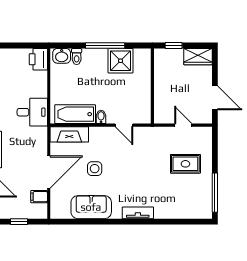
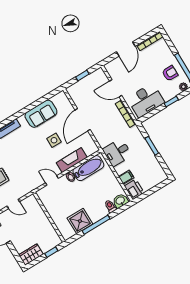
fireplace: (69, 134) -> (72, 160), moved
filing cabinet: (39, 197) -> (126, 177), moved

